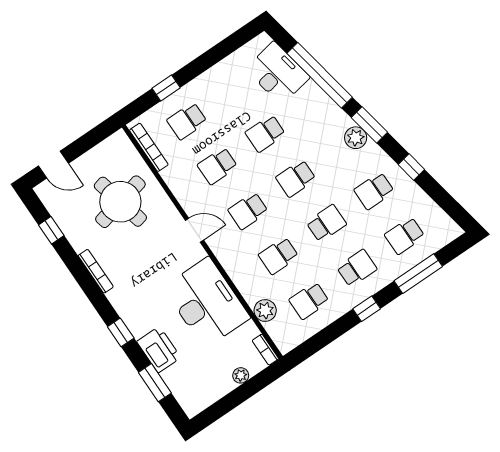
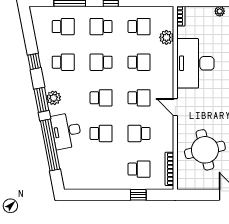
desk: (278, 73) -> (66, 131), moved
school desk: (217, 166) -> (139, 133), turned 180
plant: (241, 375) -> (220, 11), moved

